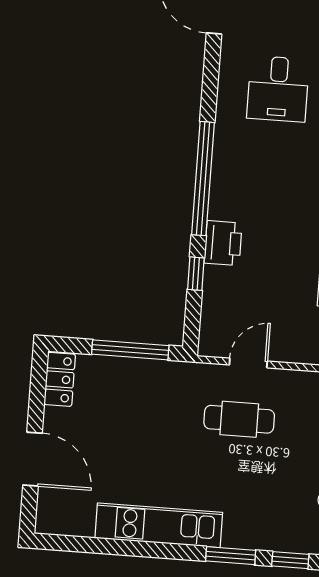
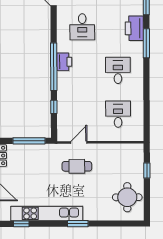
printer: (223, 243) -> (64, 62), moved
kitchen unit: (159, 525) -> (47, 213), width x1.36
window: (290, 560) -> (21, 224), moved

